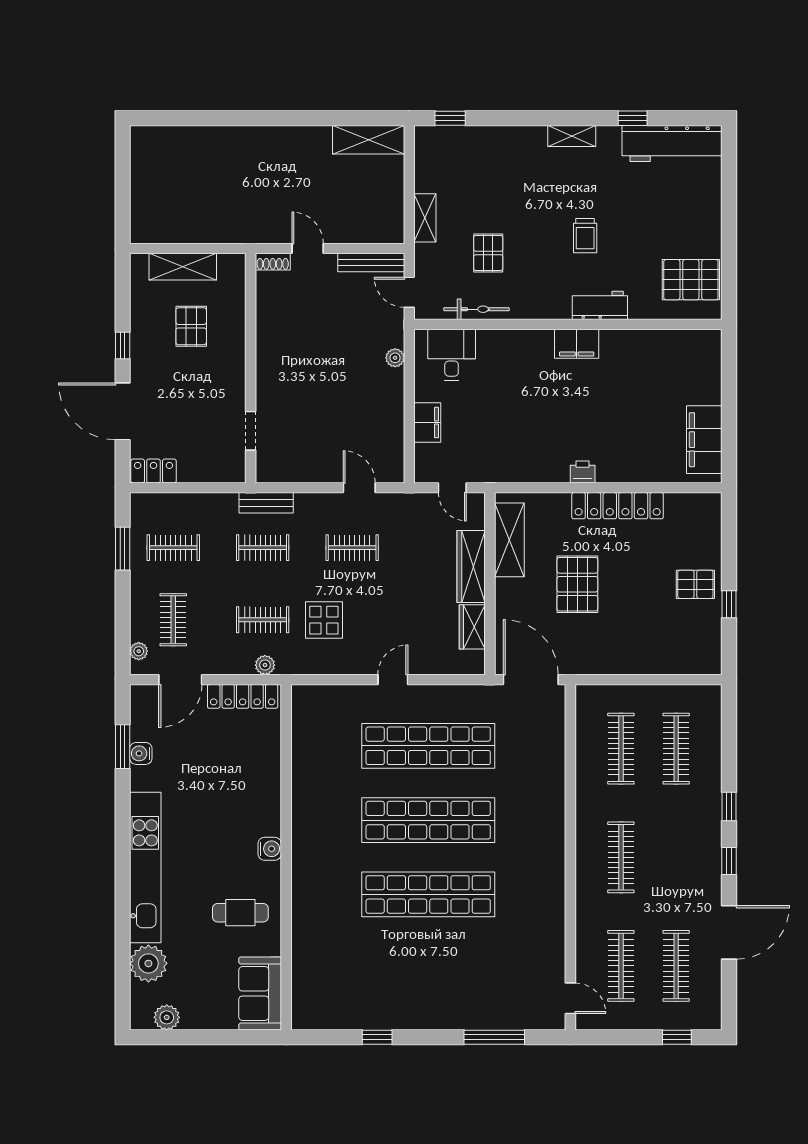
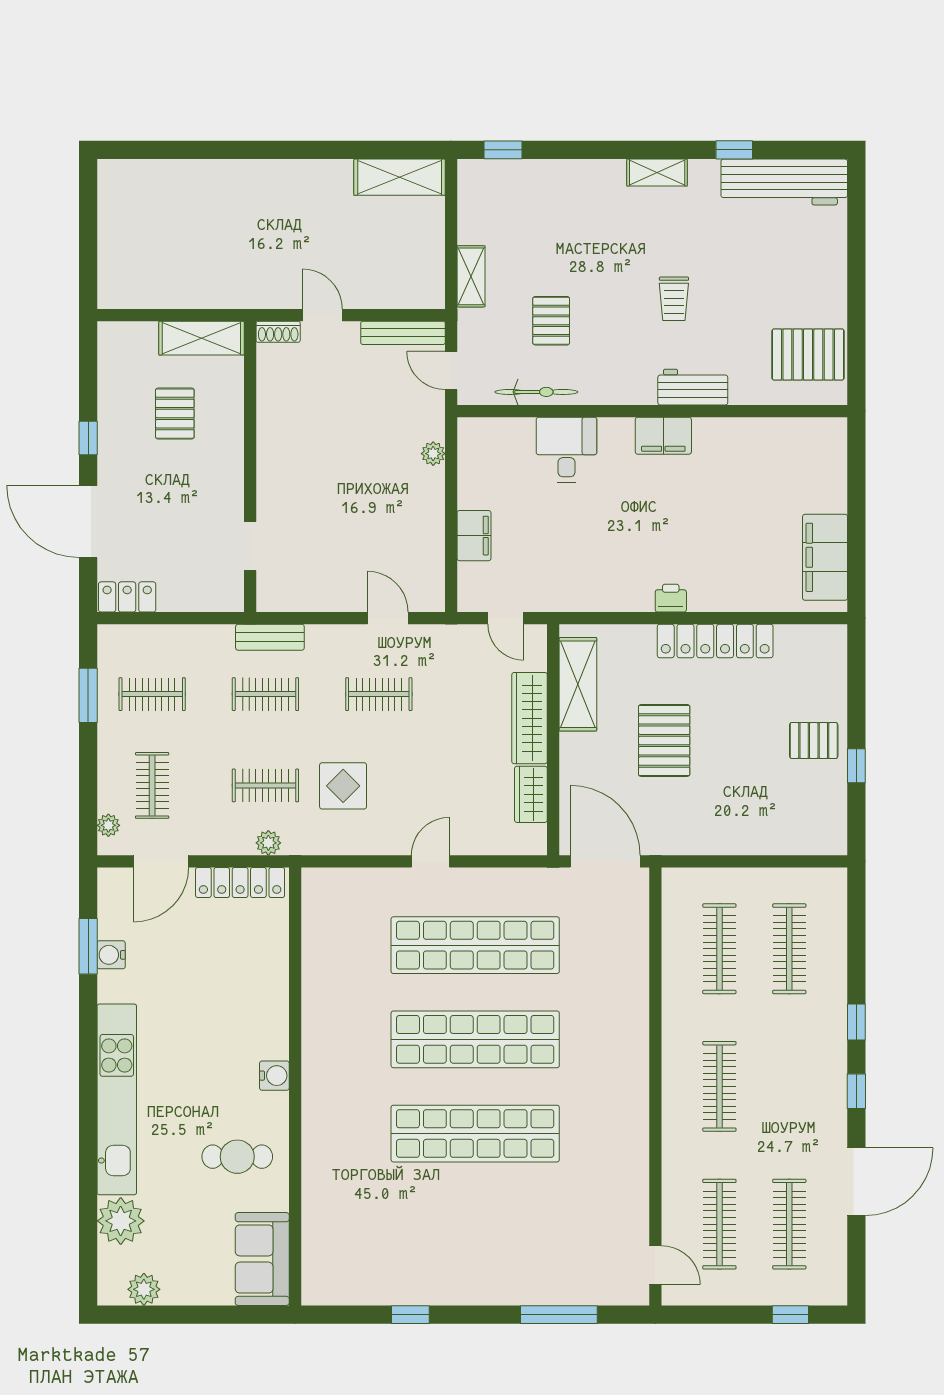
shelving: (183, 267) -> (201, 338), moved
desk: (452, 355) -> (566, 450), moved

